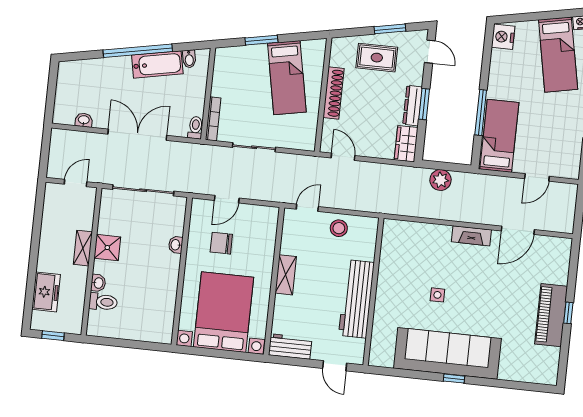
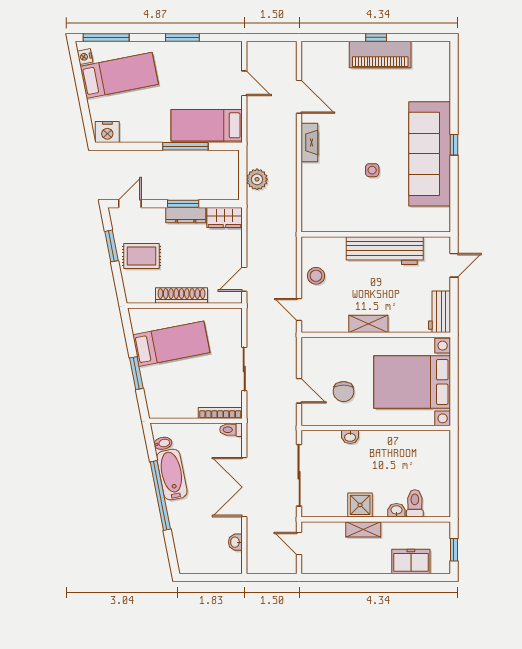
rug: (377, 58) -> (142, 256), turned 90

